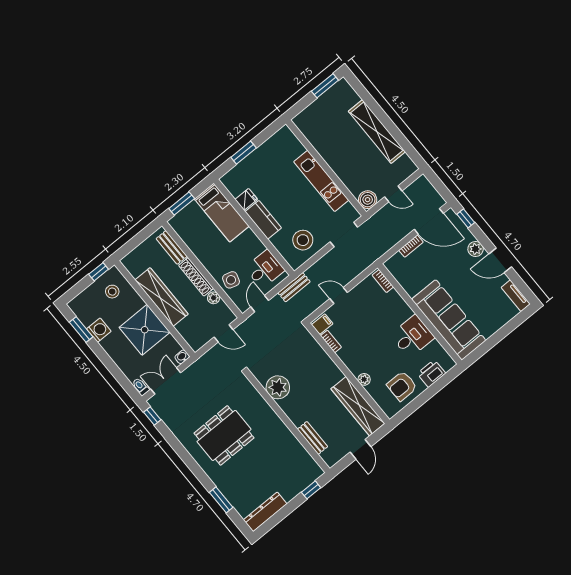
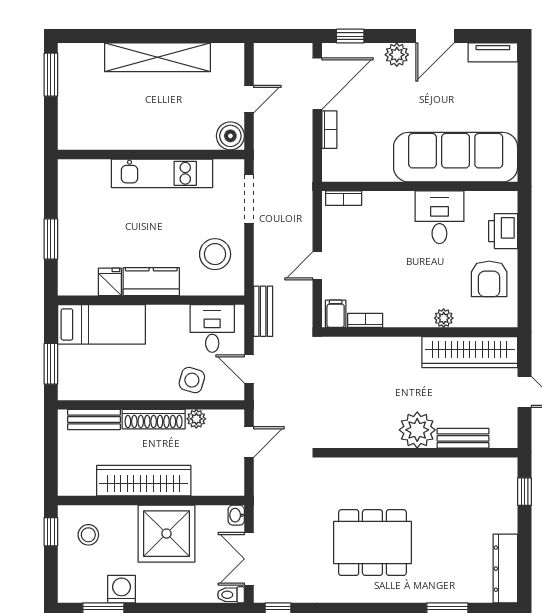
plant: (278, 387) -> (417, 430), moved
dining table: (224, 435) -> (372, 543), turned 90

